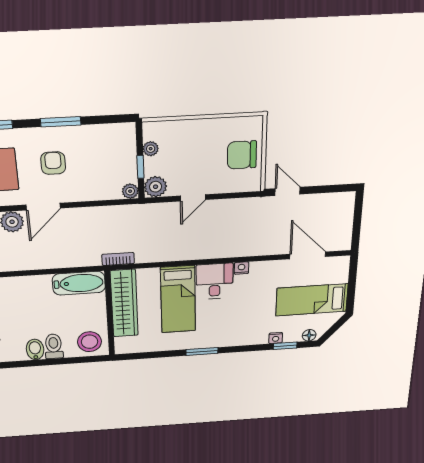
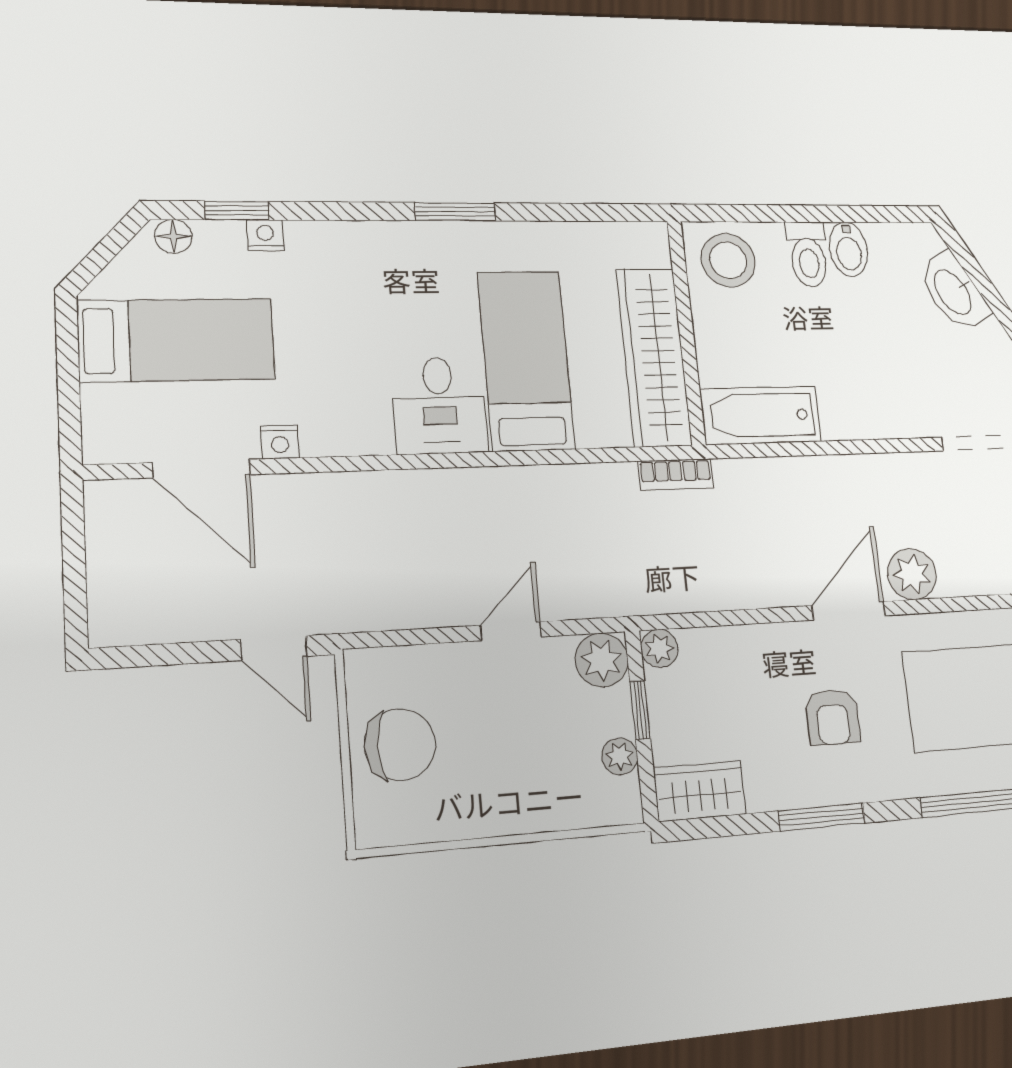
wardrobe: (116, 134) -> (700, 791), added
nightstand: (242, 268) -> (280, 442), moved

